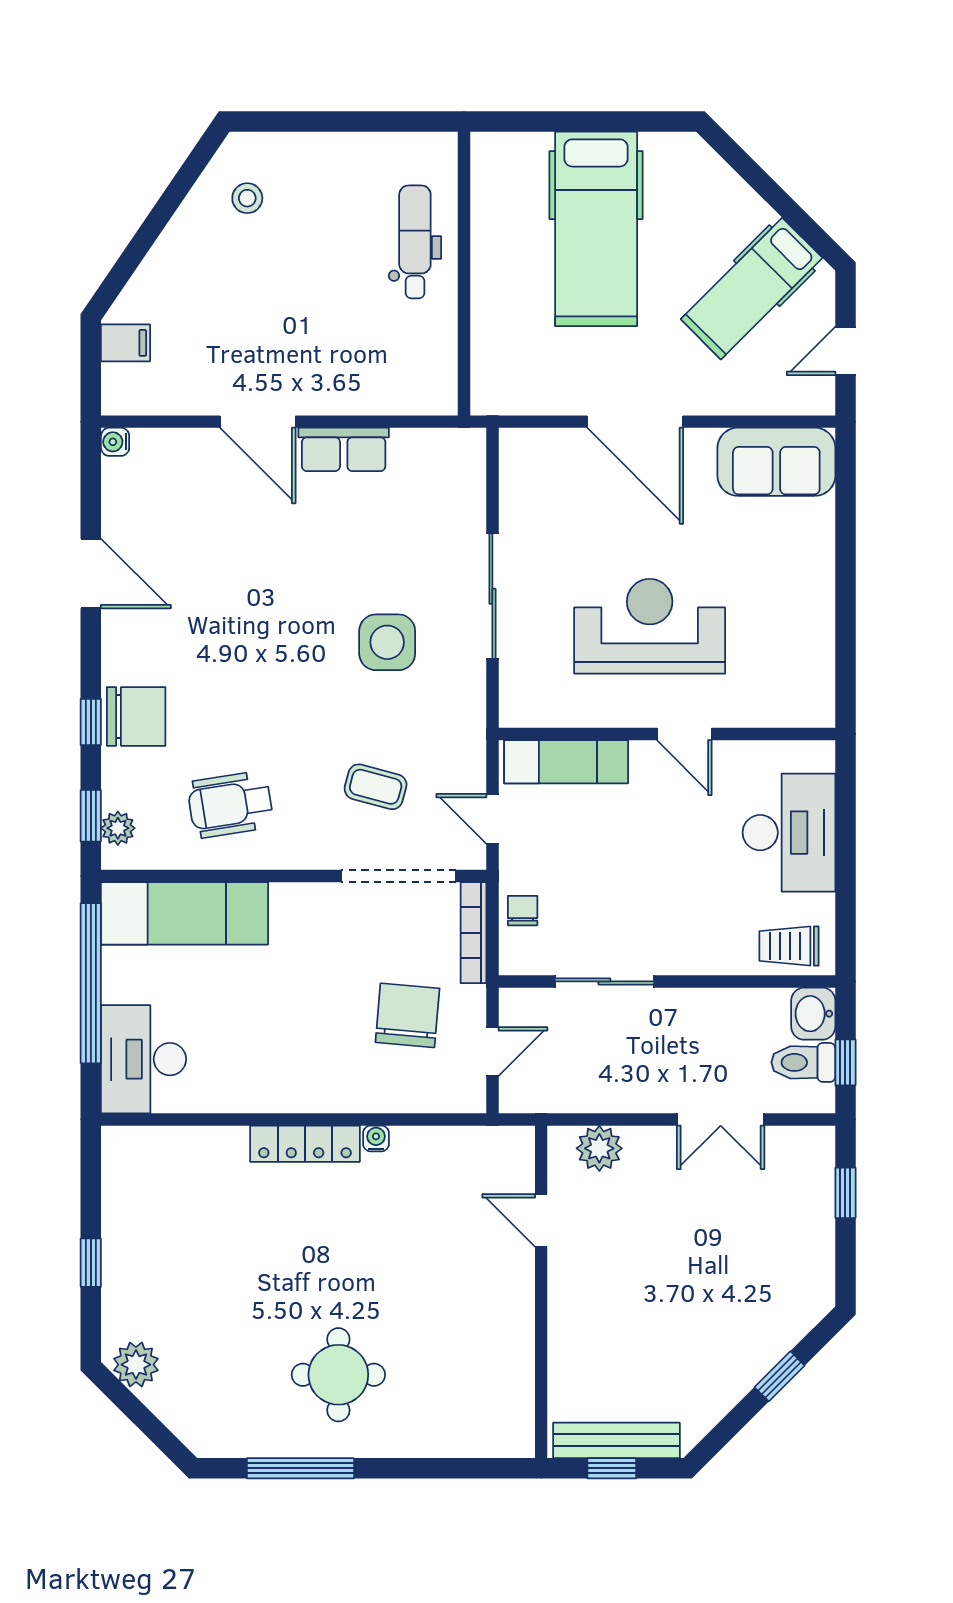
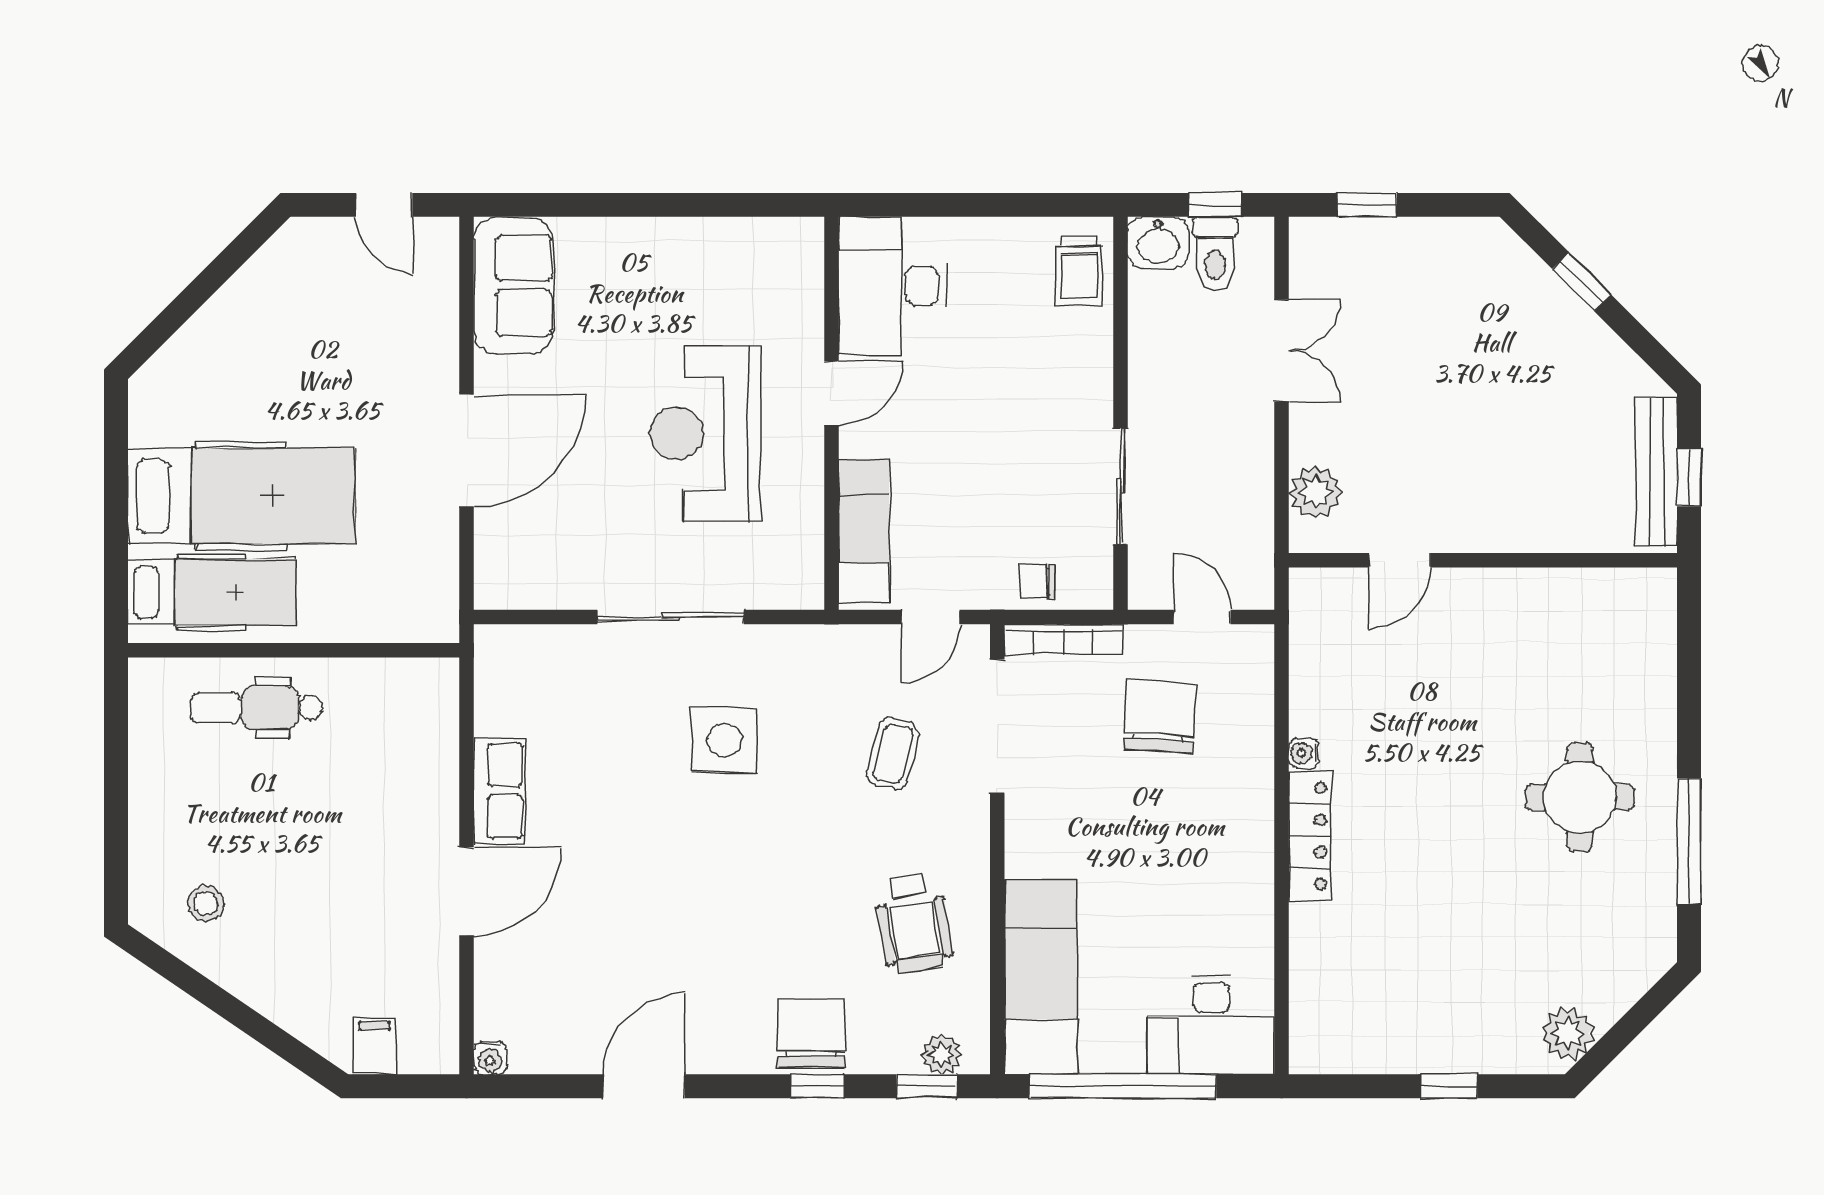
hospital bed: (752, 289) -> (212, 592), moved, turned -45
desk: (789, 833) -> (893, 286), moved, turned -90
chair: (407, 1015) -> (1160, 716), turned 89

